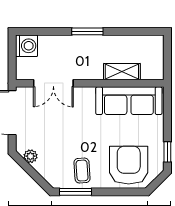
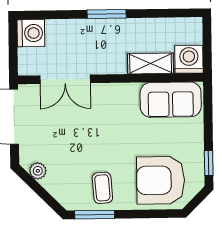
washing machine: (153, 69) -> (189, 59), added
sofa: (129, 101) -> (171, 100), width x0.73
armchair: (129, 165) -> (161, 180), turned -90

